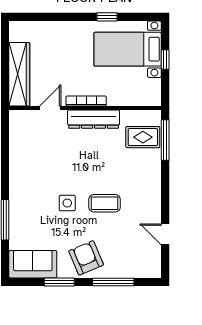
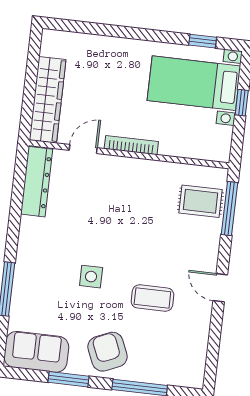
window: (107, 17) -> (203, 41), moved
dresser: (94, 119) -> (37, 182), moved, turned -90
coffee table: (105, 203) -> (152, 298), moved
door: (165, 234) -> (220, 288), moved

